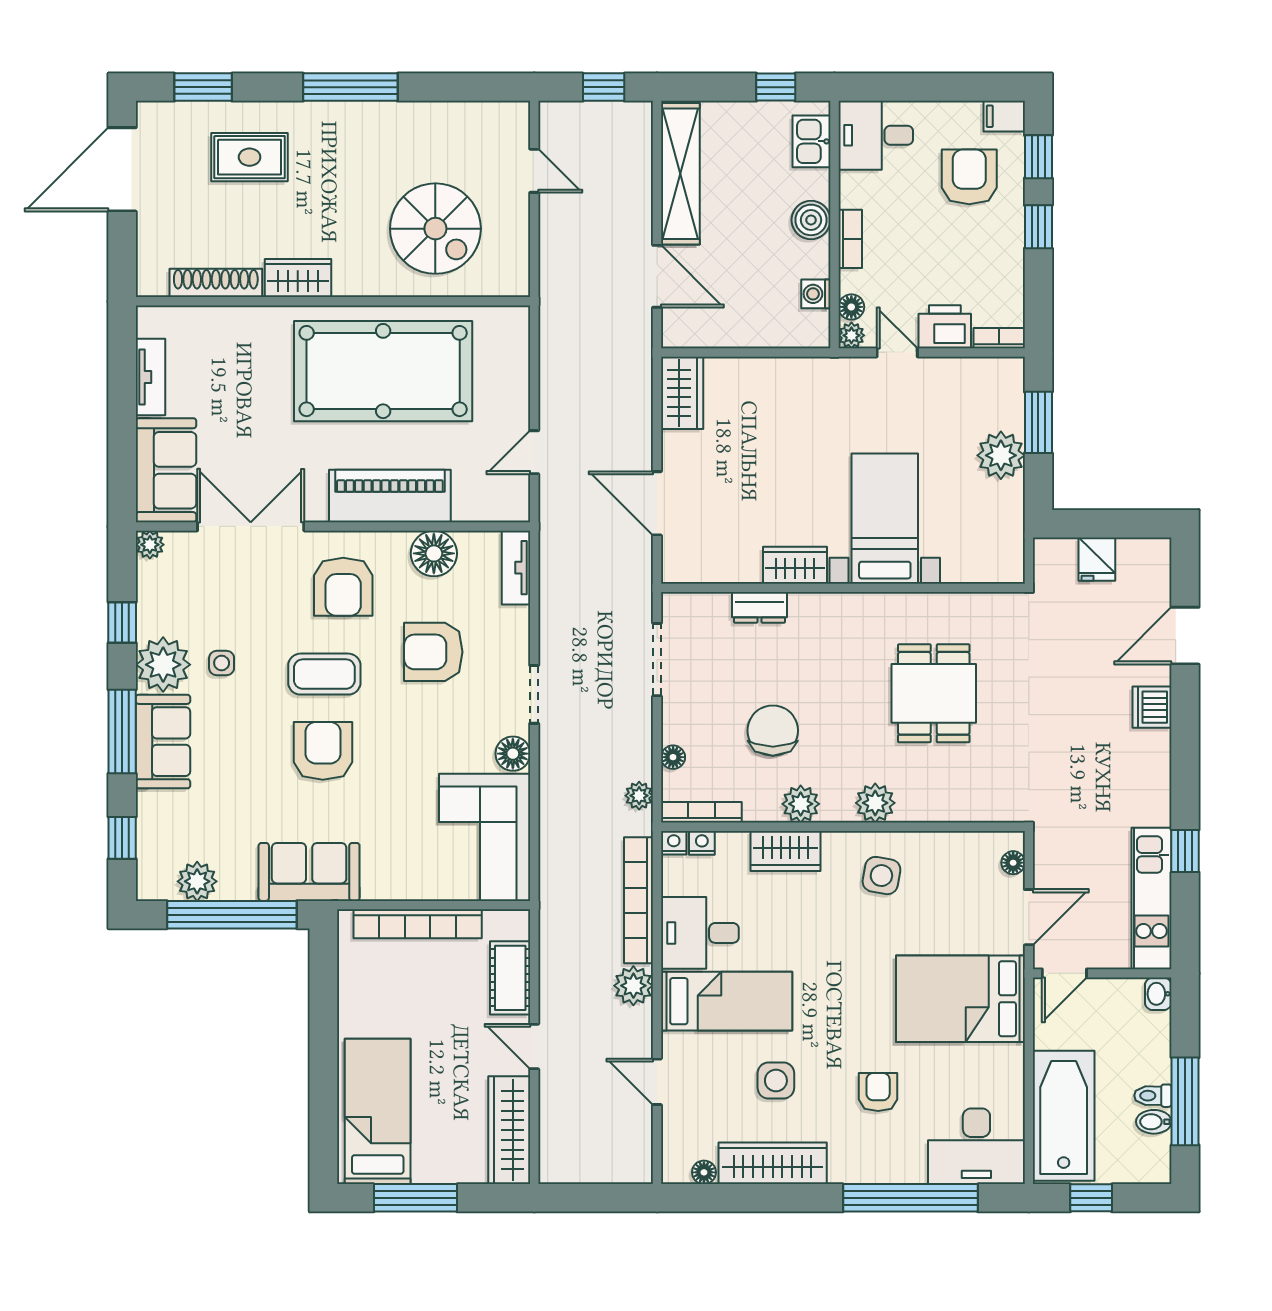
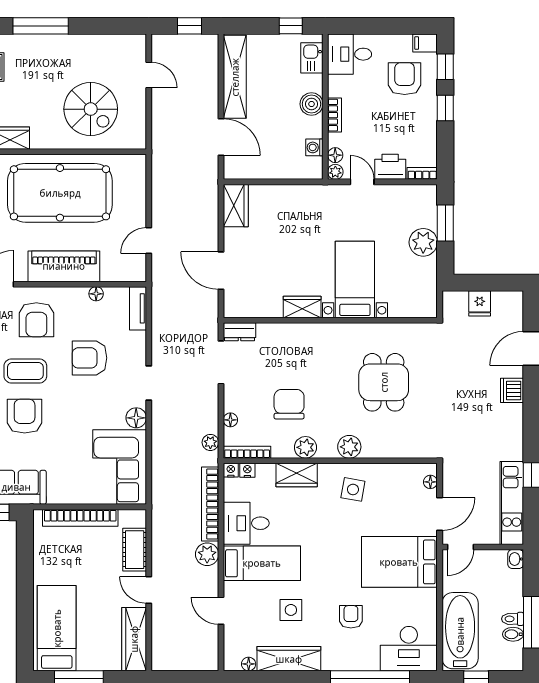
floor lamp: (434, 553) -> (96, 294), width x0.53, depth x0.53
dresser: (759, 607) -> (240, 332), moved

